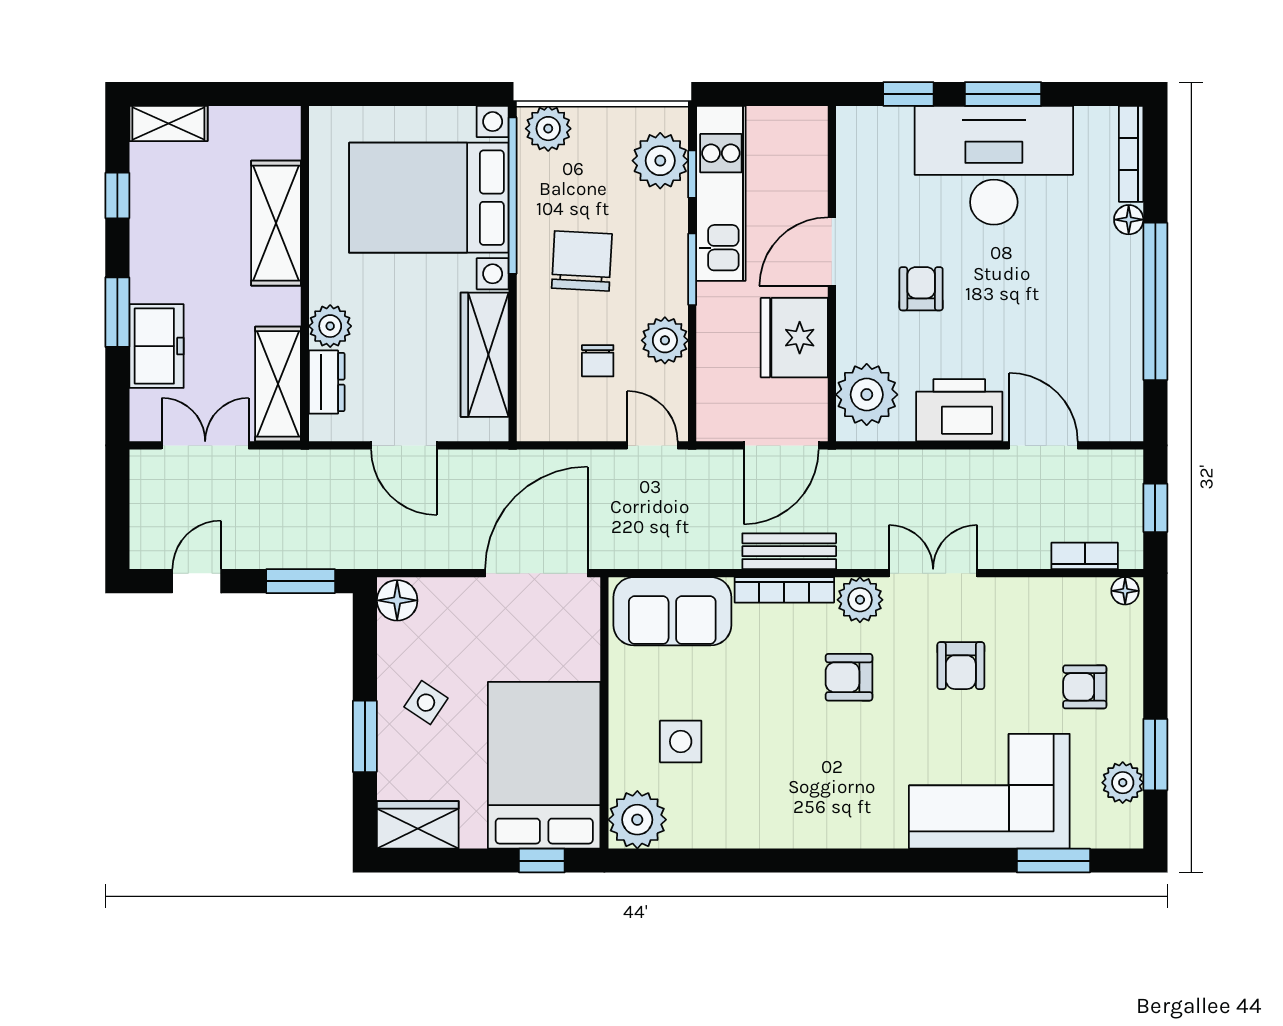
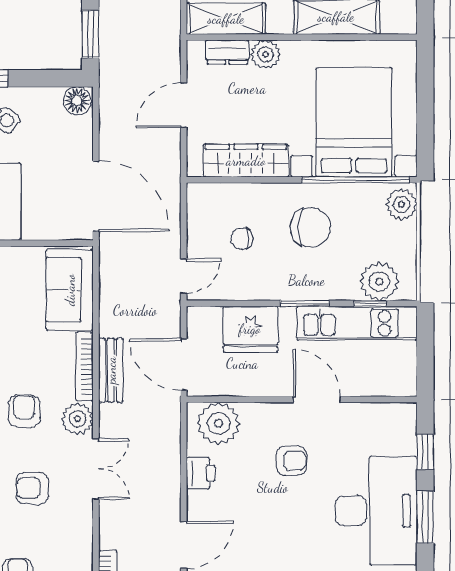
fridge: (794, 338) -> (250, 329), moved, turned 180
plant: (665, 340) -> (256, 285), removed
printer: (959, 410) -> (201, 473), width x0.53, depth x0.68

